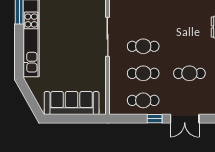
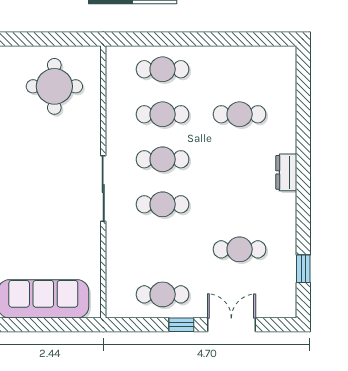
cafe table: (143, 73) -> (163, 159), moved
double door: (185, 119) -> (231, 325), swing flipped

